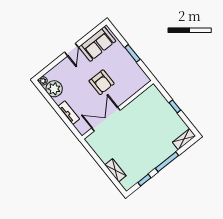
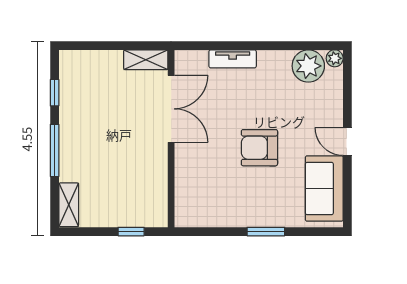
wall: (118, 110) -> (171, 139), moved
tv unit: (69, 113) -> (233, 59), moved
double door: (106, 119) -> (171, 109), moved
shelving: (115, 170) -> (146, 60), moved

